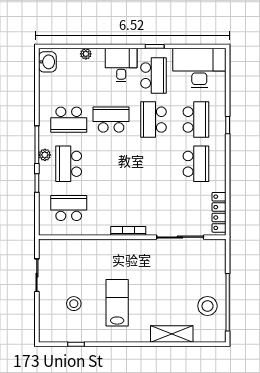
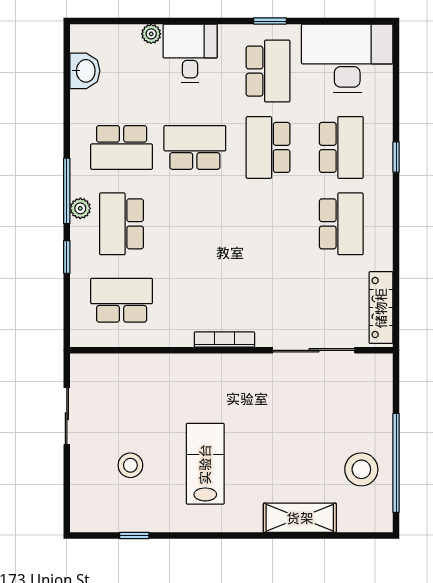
washbasin: (47, 62) -> (85, 71), moved
desk: (121, 65) -> (190, 53), moved

